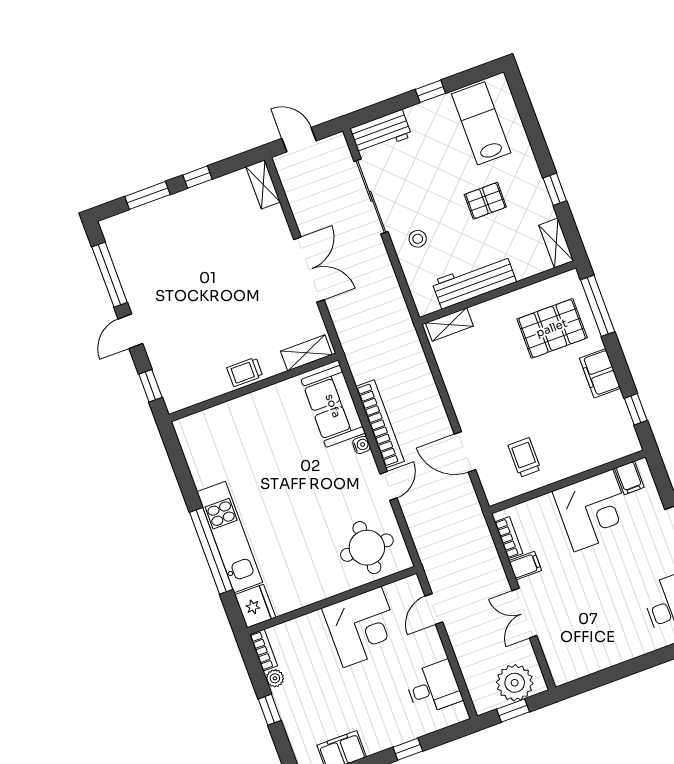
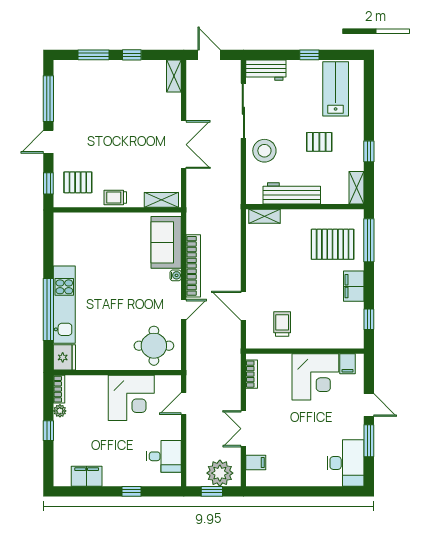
stool: (418, 239) -> (264, 151), width x1.89, depth x1.89
pallet: (188, 370) -> (78, 182), added
filing cabinet: (525, 566) -> (256, 463), moved

